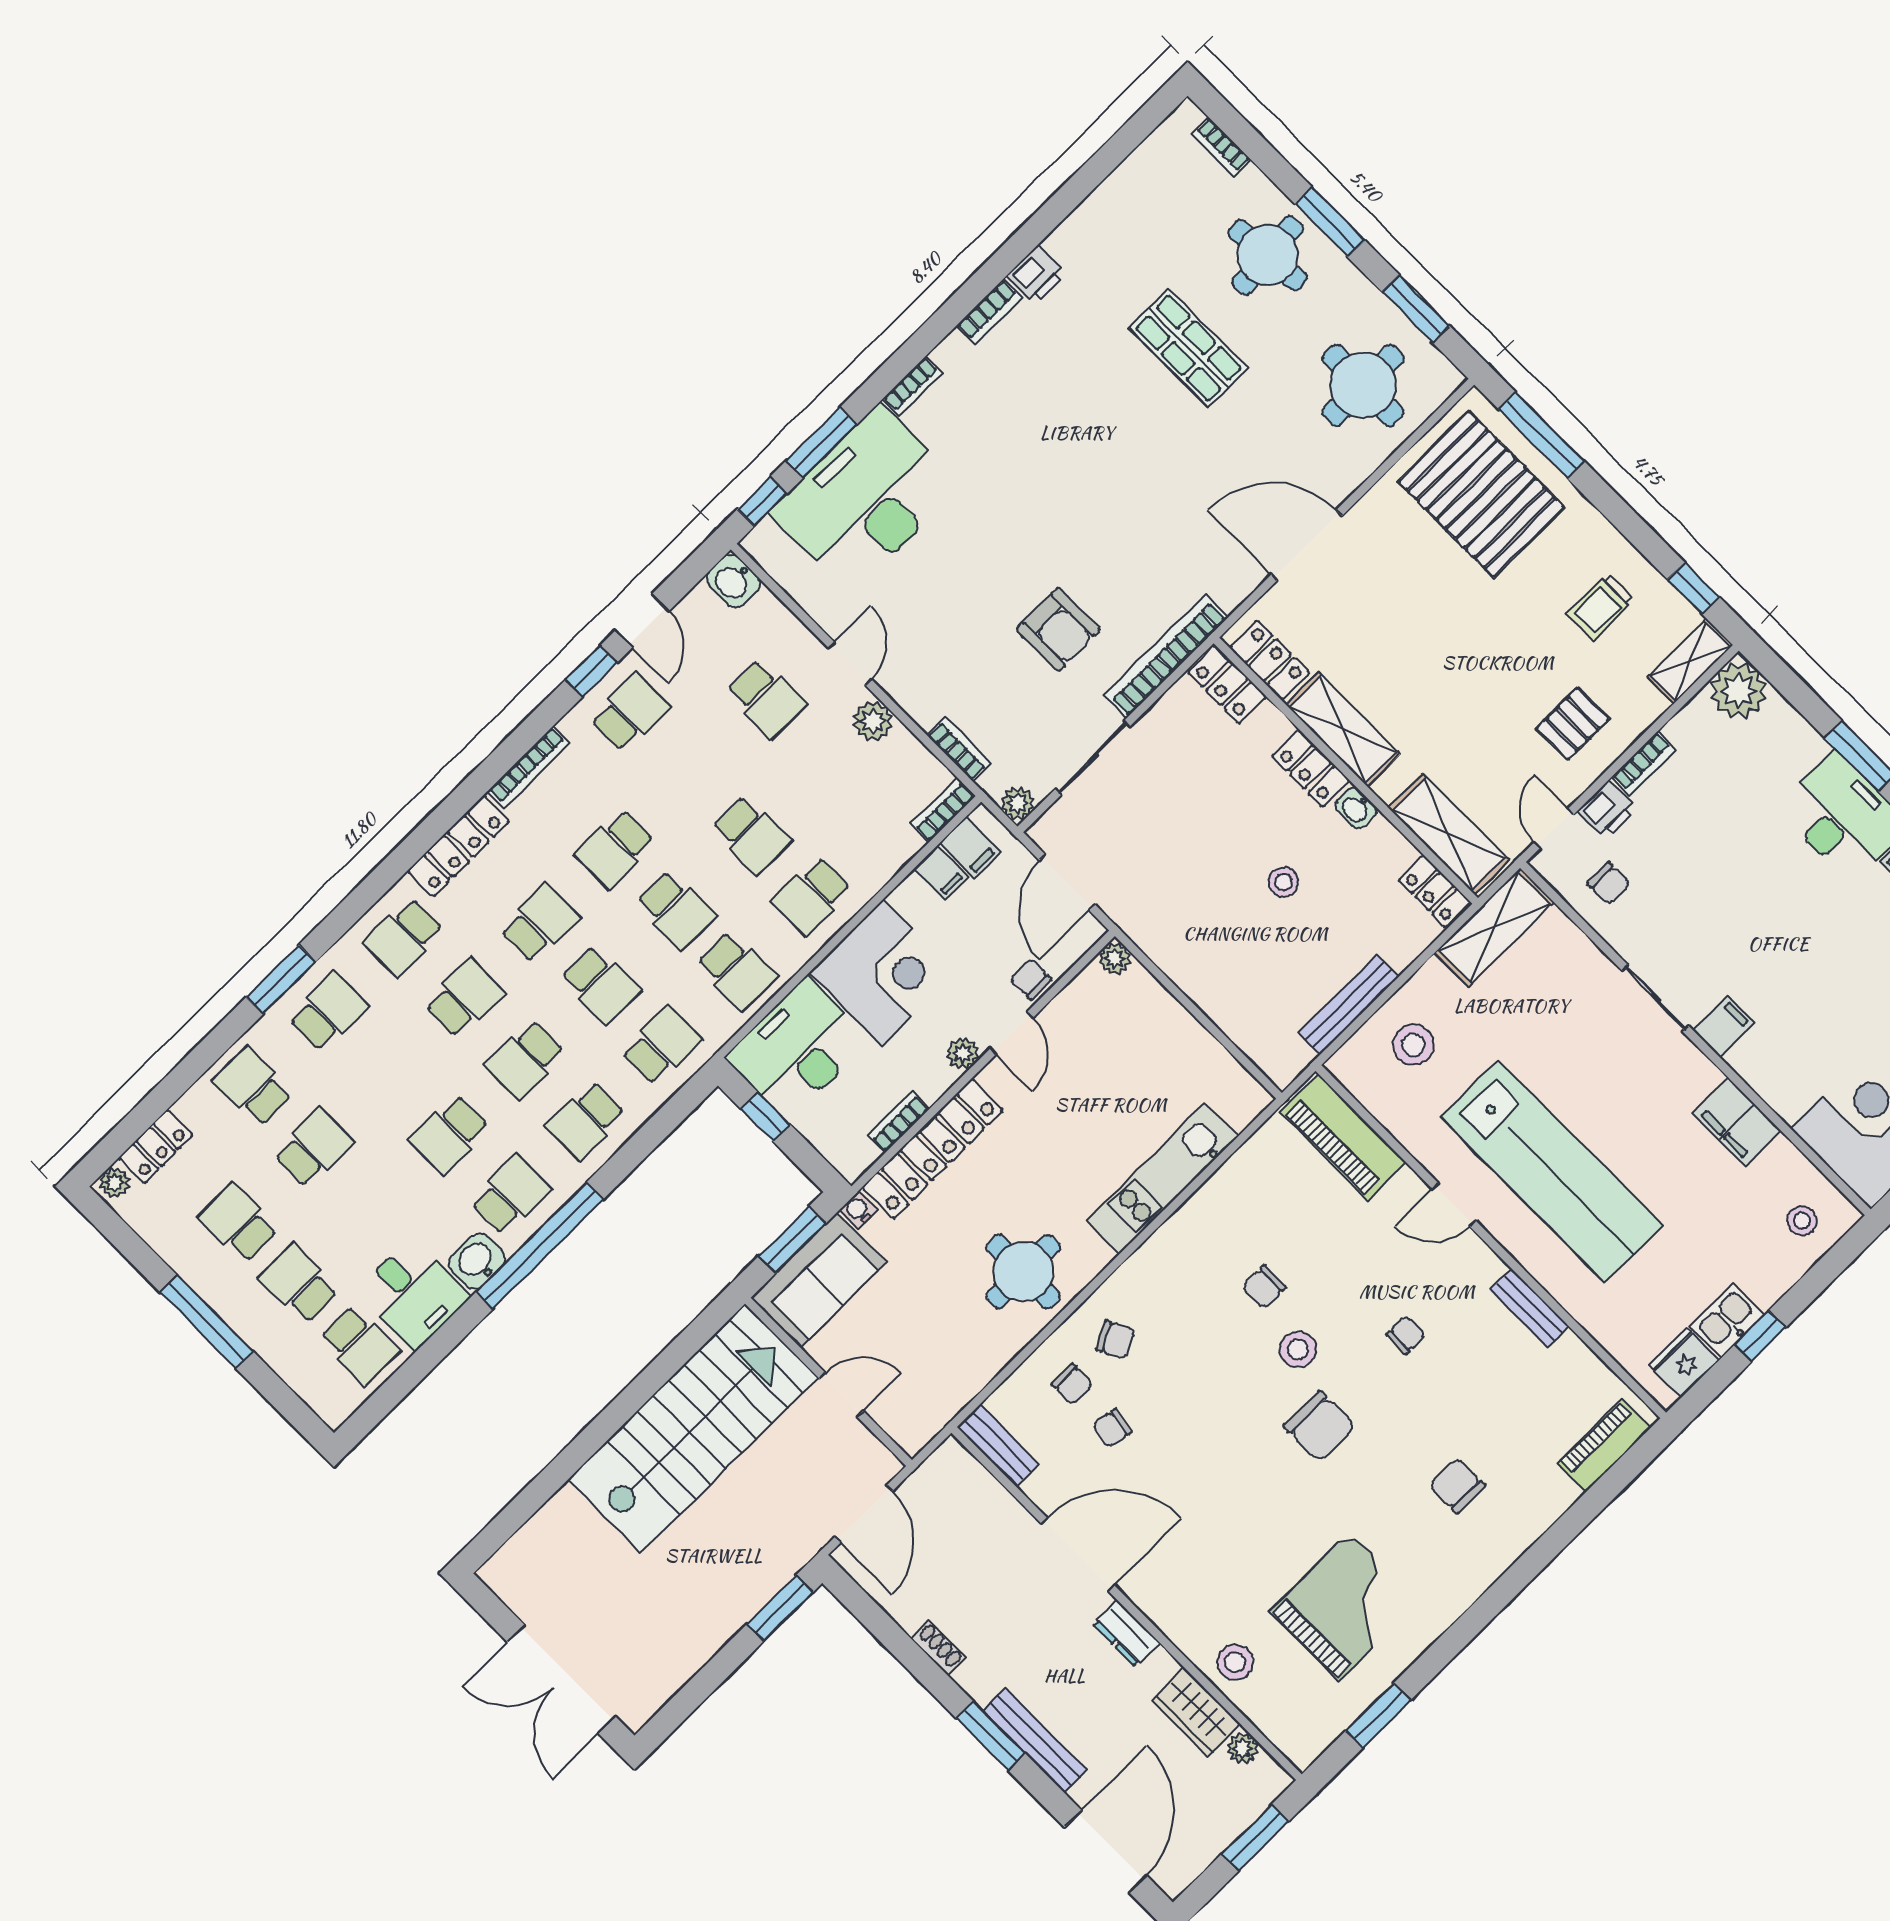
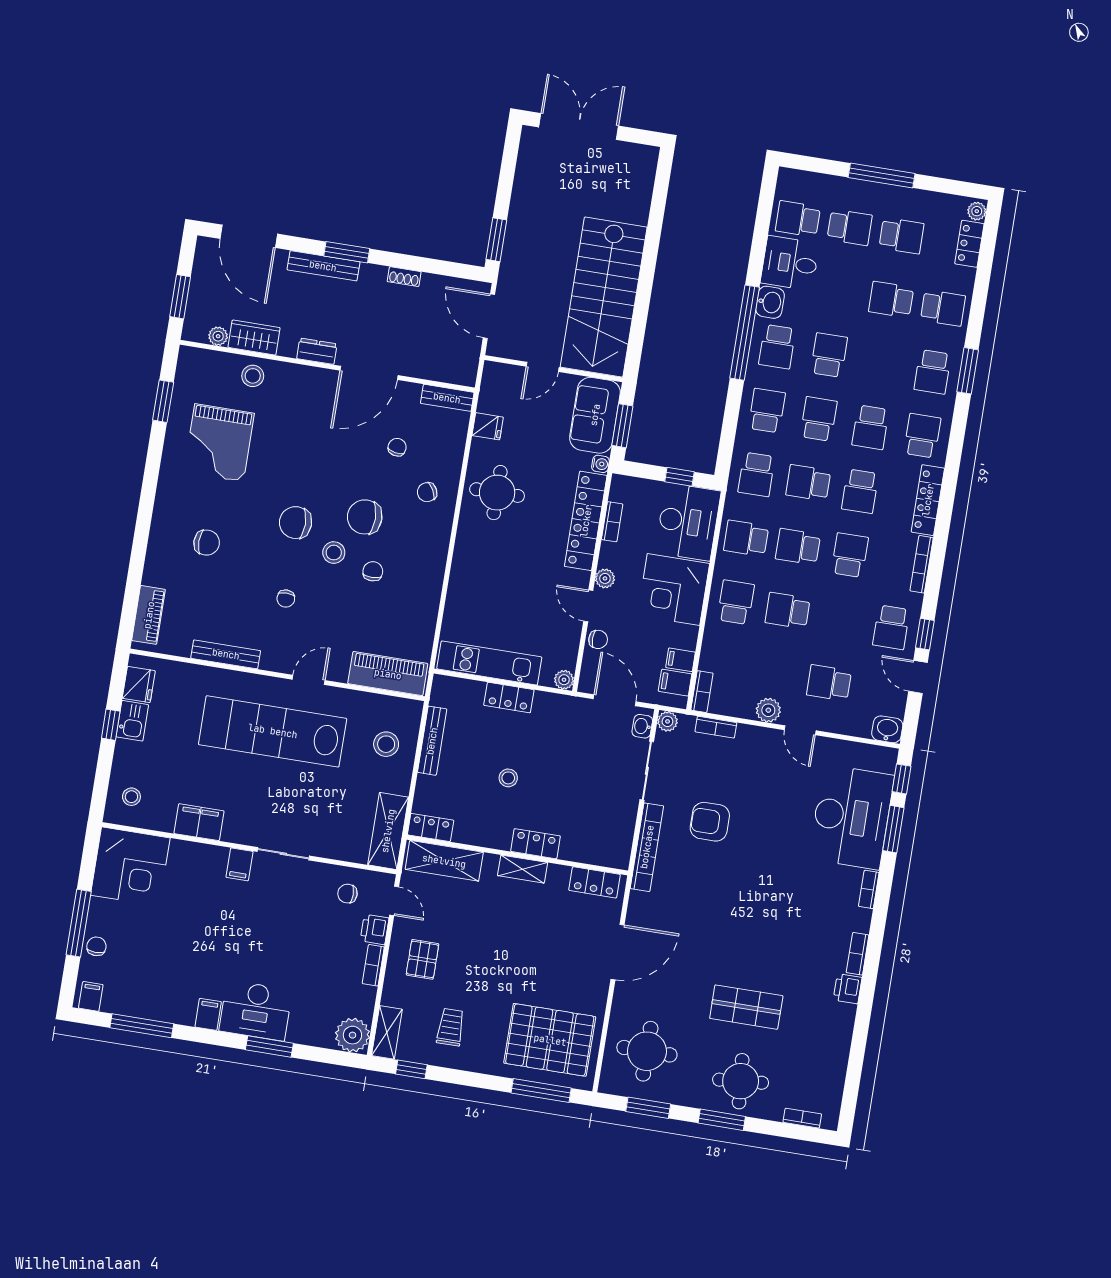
locker: (1227, 684) -> (509, 698), moved, turned 180
shelving: (1343, 729) -> (523, 869), width x0.67, depth x0.75
washbasin: (1356, 808) -> (642, 726), moved, turned -90
school desk: (314, 1148) -> (891, 300), turned 90
kitchen unit: (1162, 1178) -> (489, 663), moved, turned -90
bench: (1529, 1308) -> (226, 654), width x1.36
fridge: (972, 1369) -> (488, 426), added
chair: (1072, 1384) -> (365, 517), moved, width x1.87, depth x1.87

